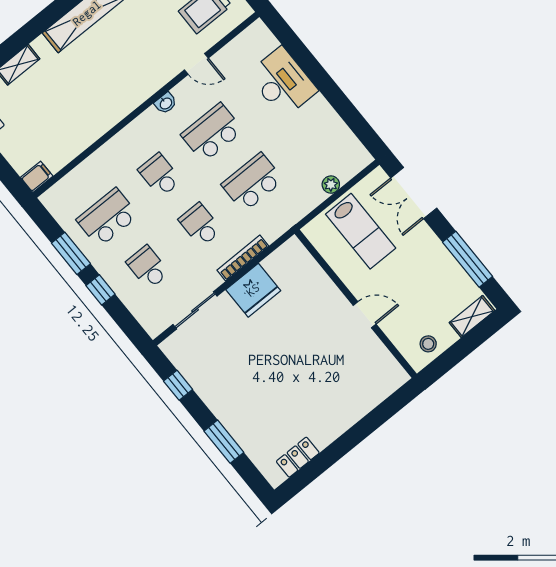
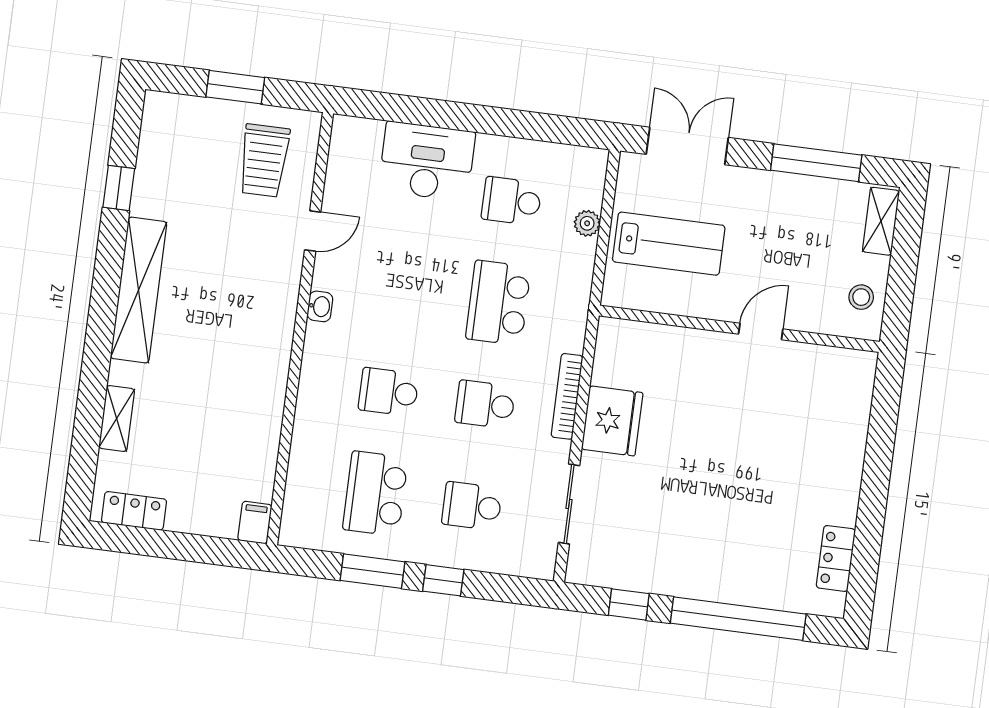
school desk: (212, 133) -> (511, 201), moved, width x0.54
double door: (414, 193) -> (687, 146), swing flipped
window: (224, 442) -> (738, 619), width x2.11

